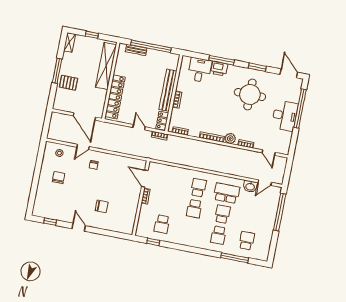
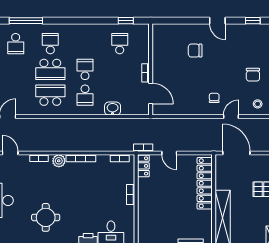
bench: (168, 90) -> (144, 203), removed
round table: (250, 94) -> (46, 217), width x0.73, depth x0.73
washbasin: (250, 186) -> (113, 109), moved
school desk: (227, 193) -> (50, 95), turned 180
school desk: (222, 214) -> (50, 69), width x1.85

